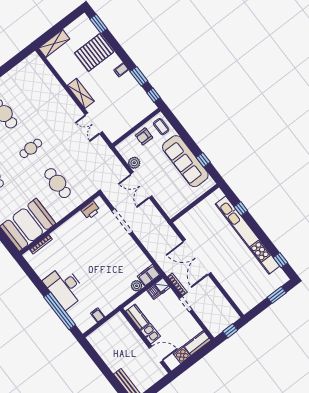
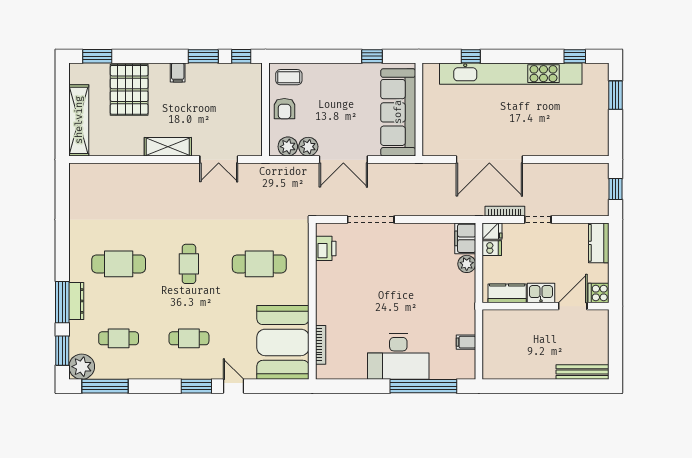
shelving: (54, 44) -> (79, 120), width x1.47
plant: (126, 153) -> (288, 147), added
sofa: (185, 161) -> (398, 112), moved, turned 90
cooker: (182, 355) -> (598, 293), moved

